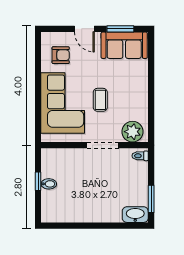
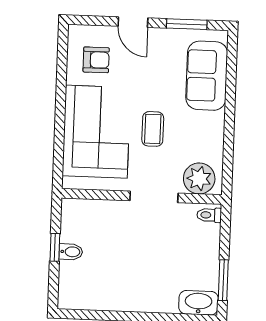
sofa: (124, 45) -> (207, 76), moved, turned 90

